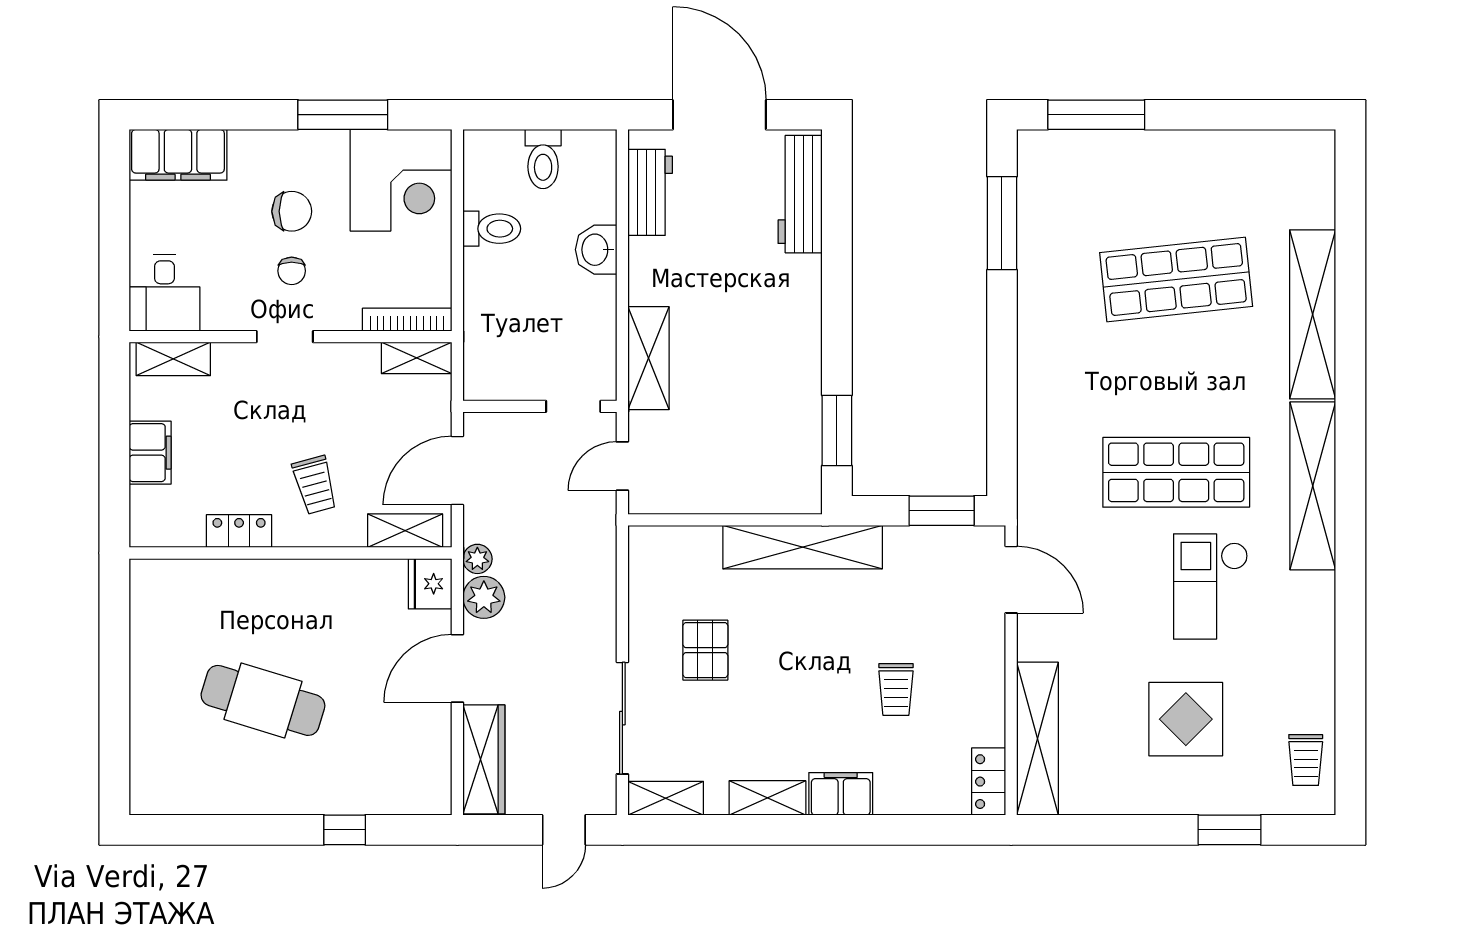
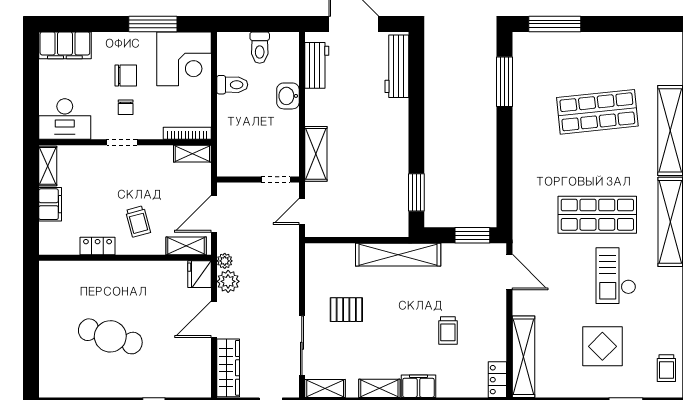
desk: (164, 293) -> (65, 119), width x1.37
shelving: (173, 359) -> (48, 166), moved, turned 90
pallet: (705, 650) -> (346, 310), turned 90

